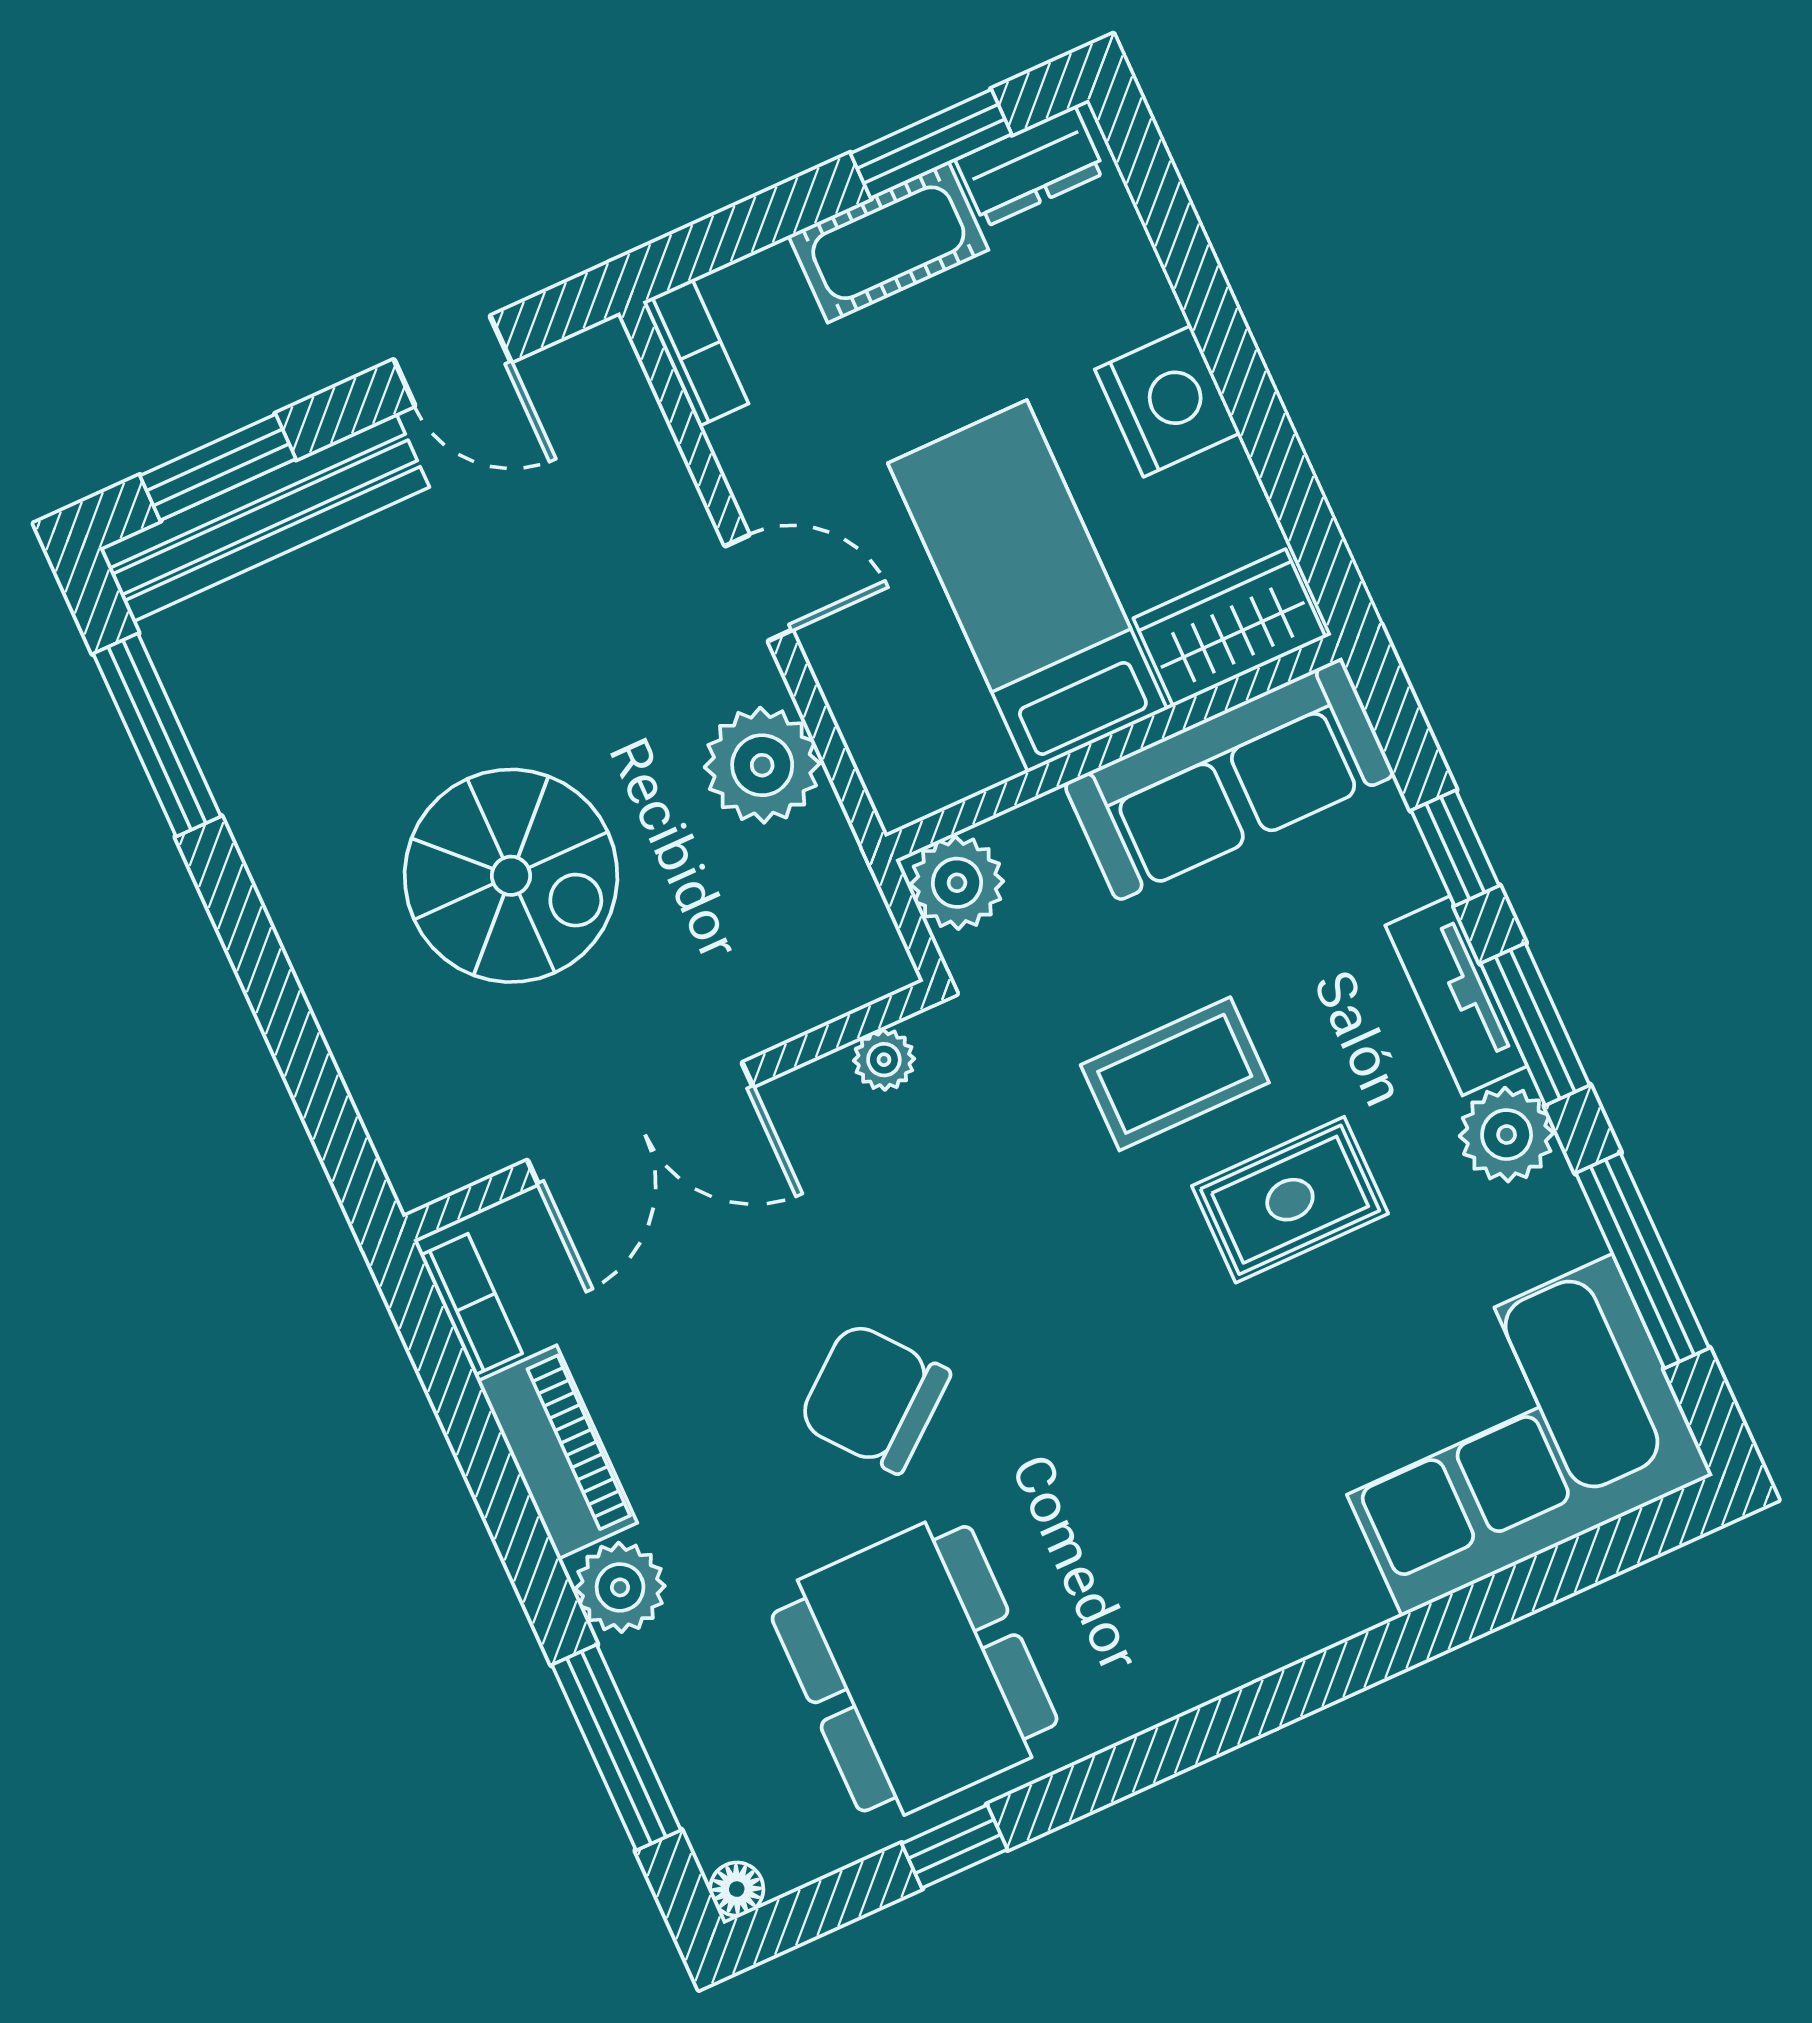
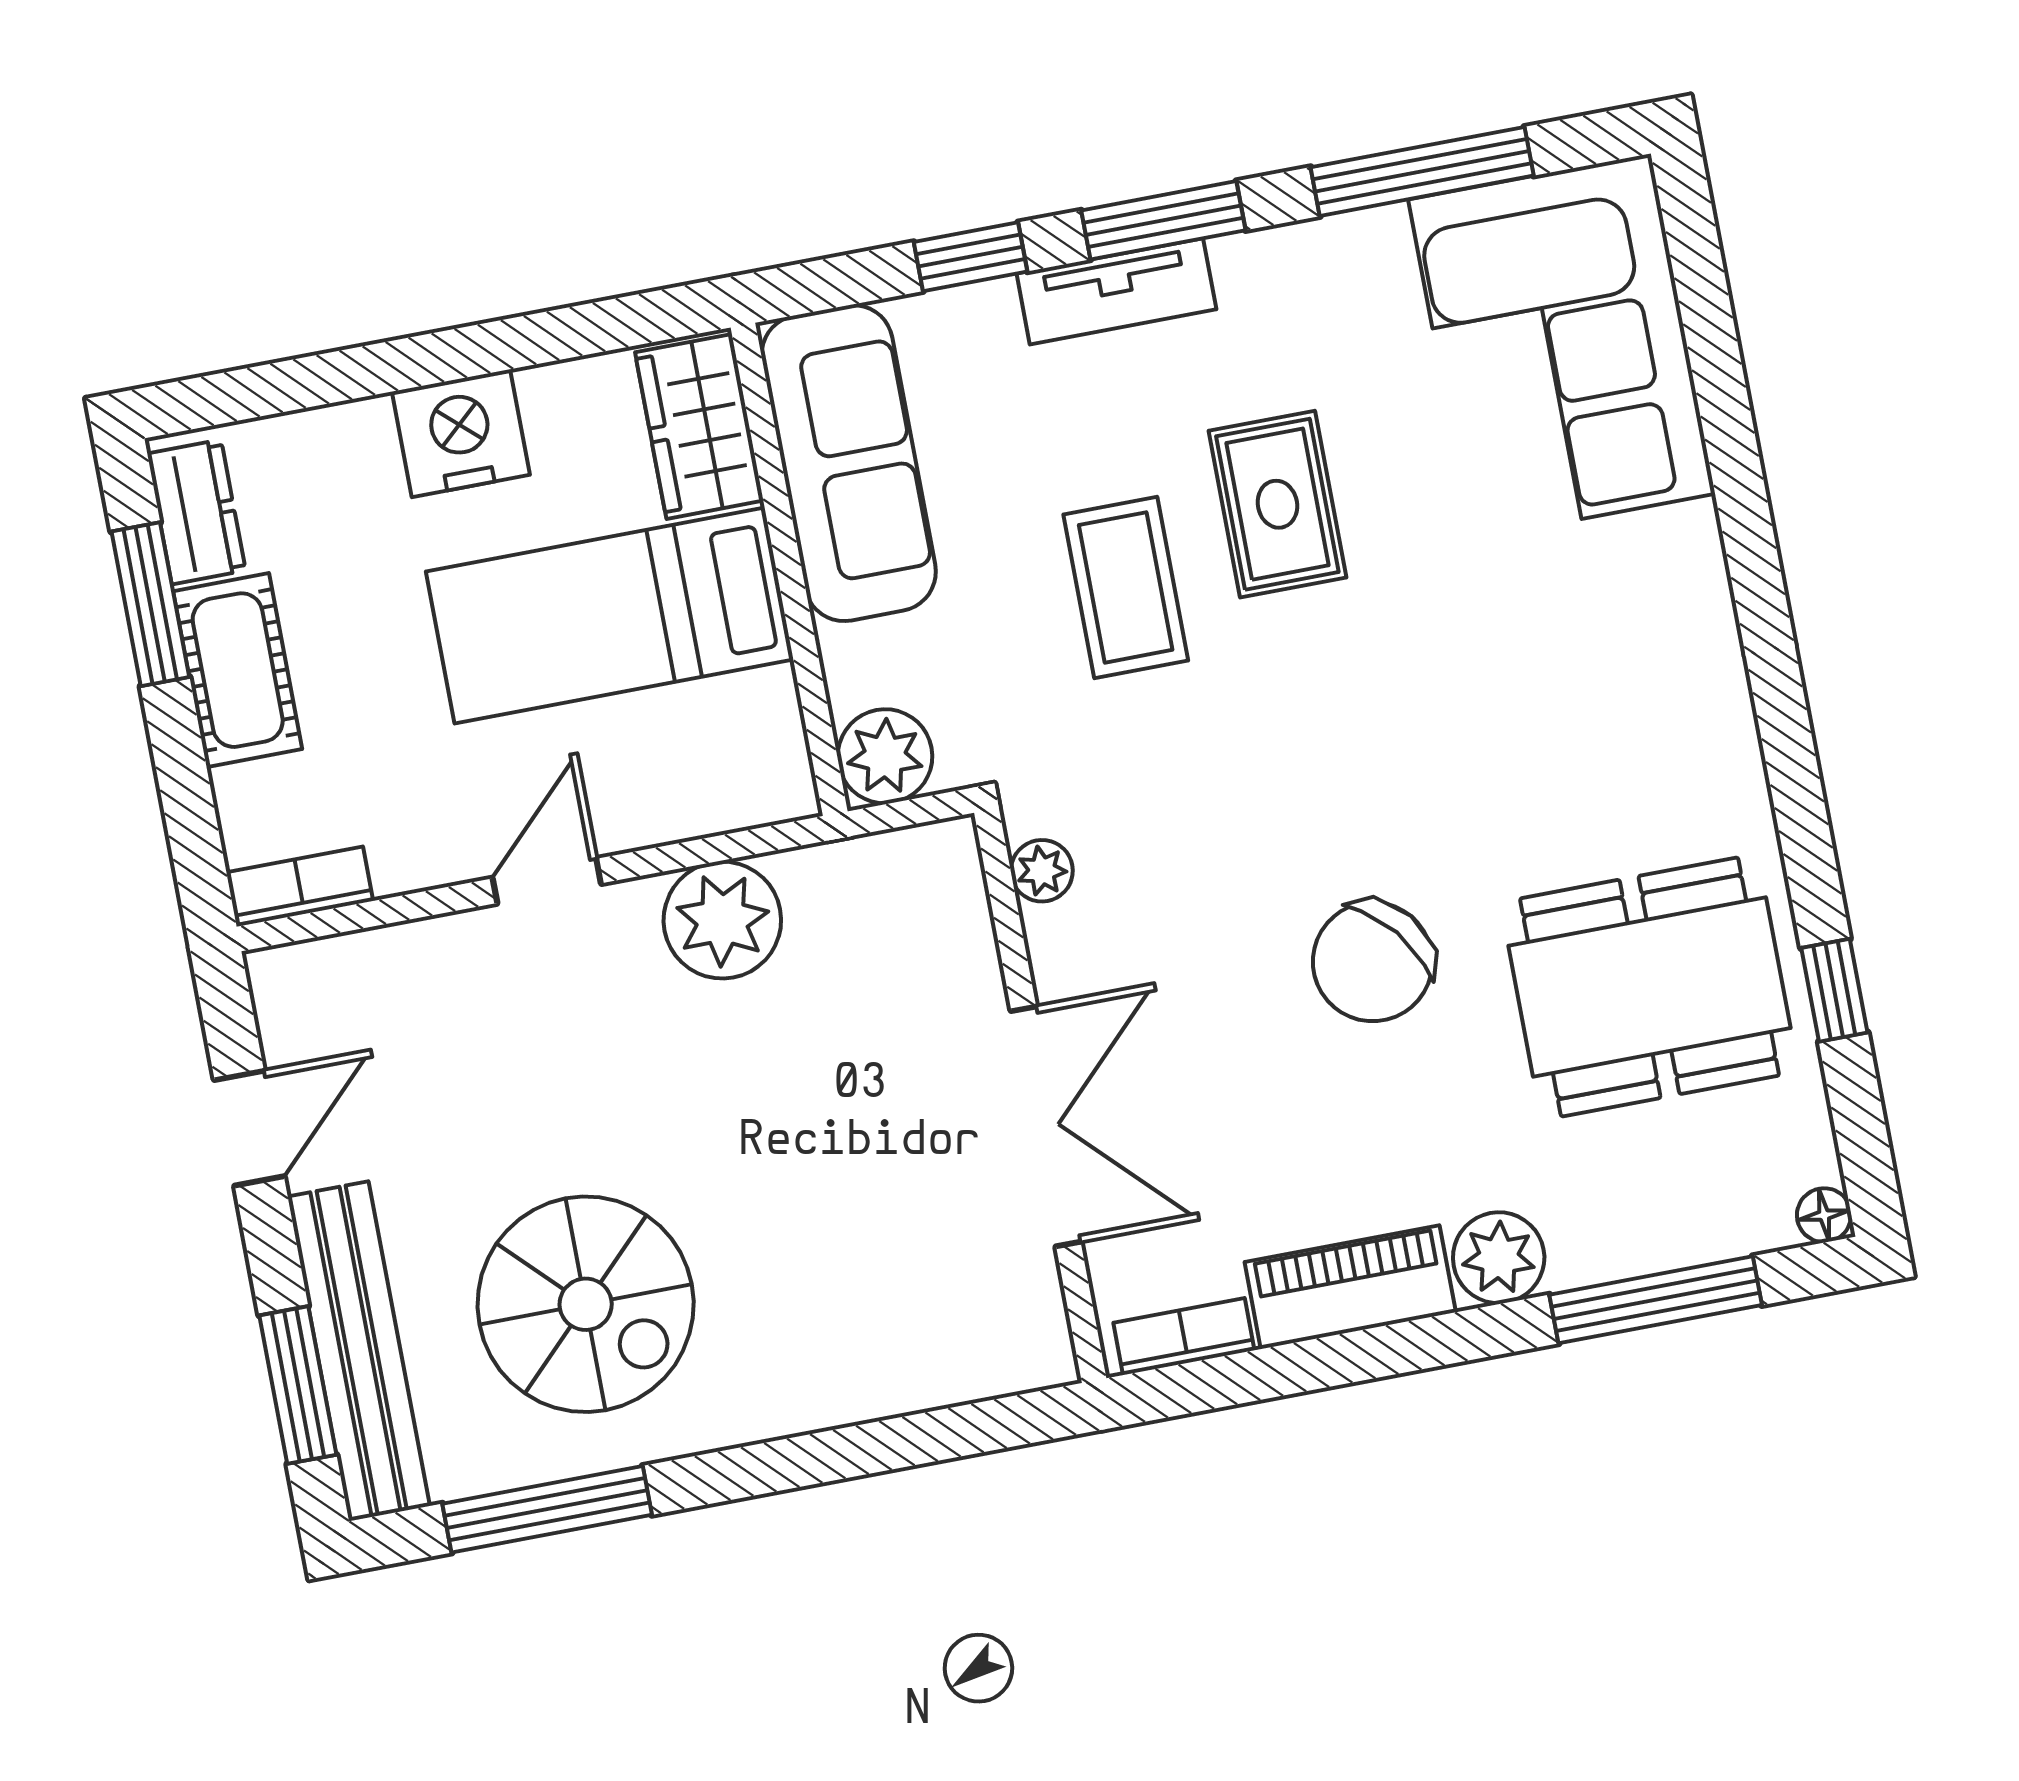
spiral stairs: (511, 876) -> (586, 1304), moved, turned 90
plant: (1507, 1135) -> (1265, 275), removed

